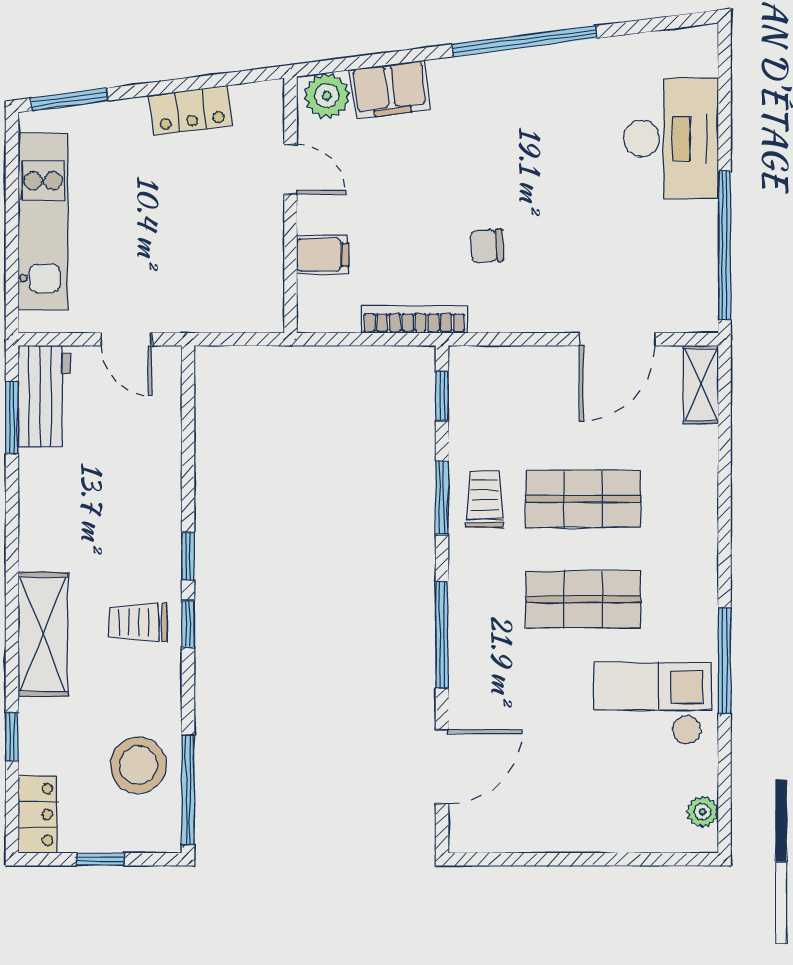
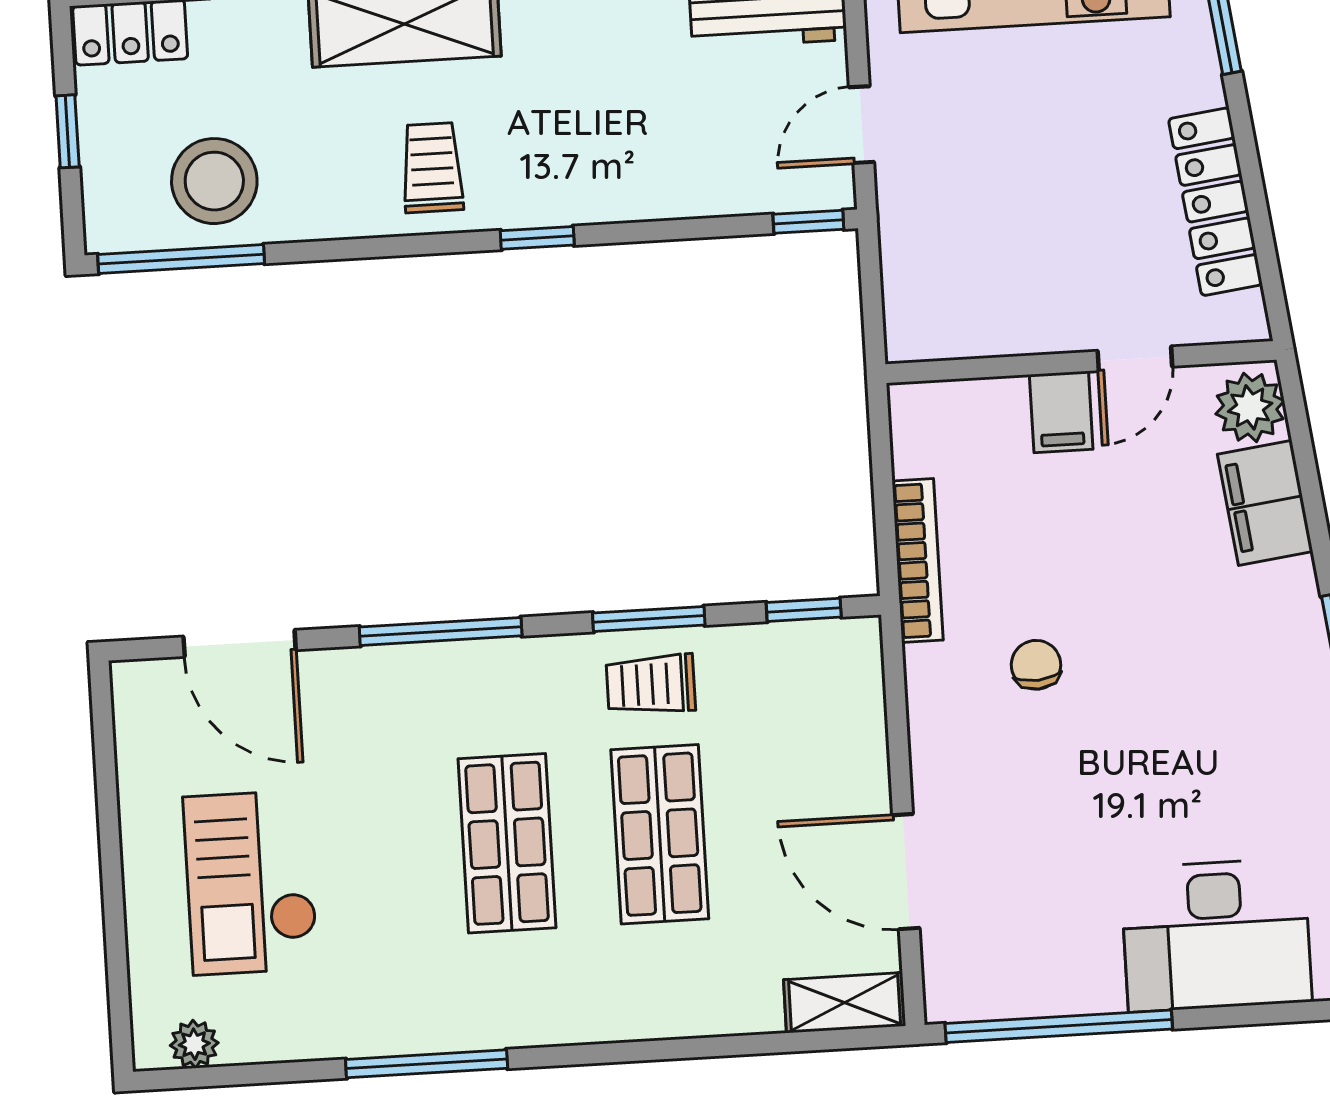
locker: (191, 110) -> (1215, 202), width x1.53
filing cabinet: (322, 255) -> (1061, 412), moved
trolley: (485, 499) -> (651, 684), turned 180
window: (188, 624) -> (808, 222), moved
checkout: (653, 703) -> (251, 883), moved, turned 180

